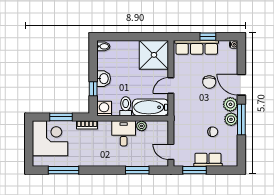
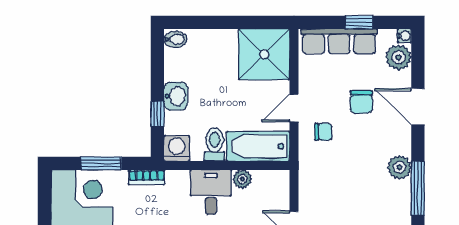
plant: (230, 104) -> (398, 57), moved
window: (241, 119) -> (418, 188), moved
chair: (213, 132) -> (323, 132), moved

